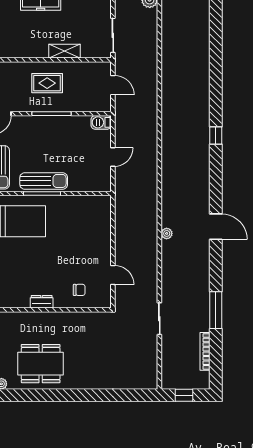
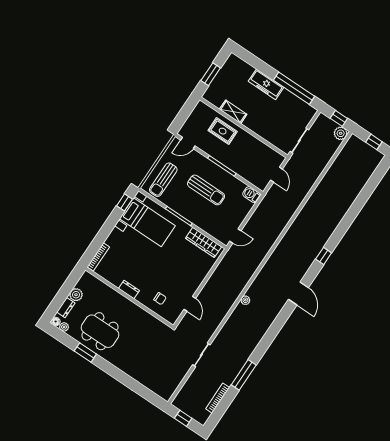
shelving: (65, 51) -> (233, 112), moved
rug: (47, 83) -> (223, 131), moved
door: (113, 157) -> (235, 236), moved
sun lounger: (44, 181) -> (206, 190), moved
wardrobe: (85, 203) -> (204, 242), added
door: (216, 227) -> (298, 293), moved
window: (40, 395) -> (85, 353), added

